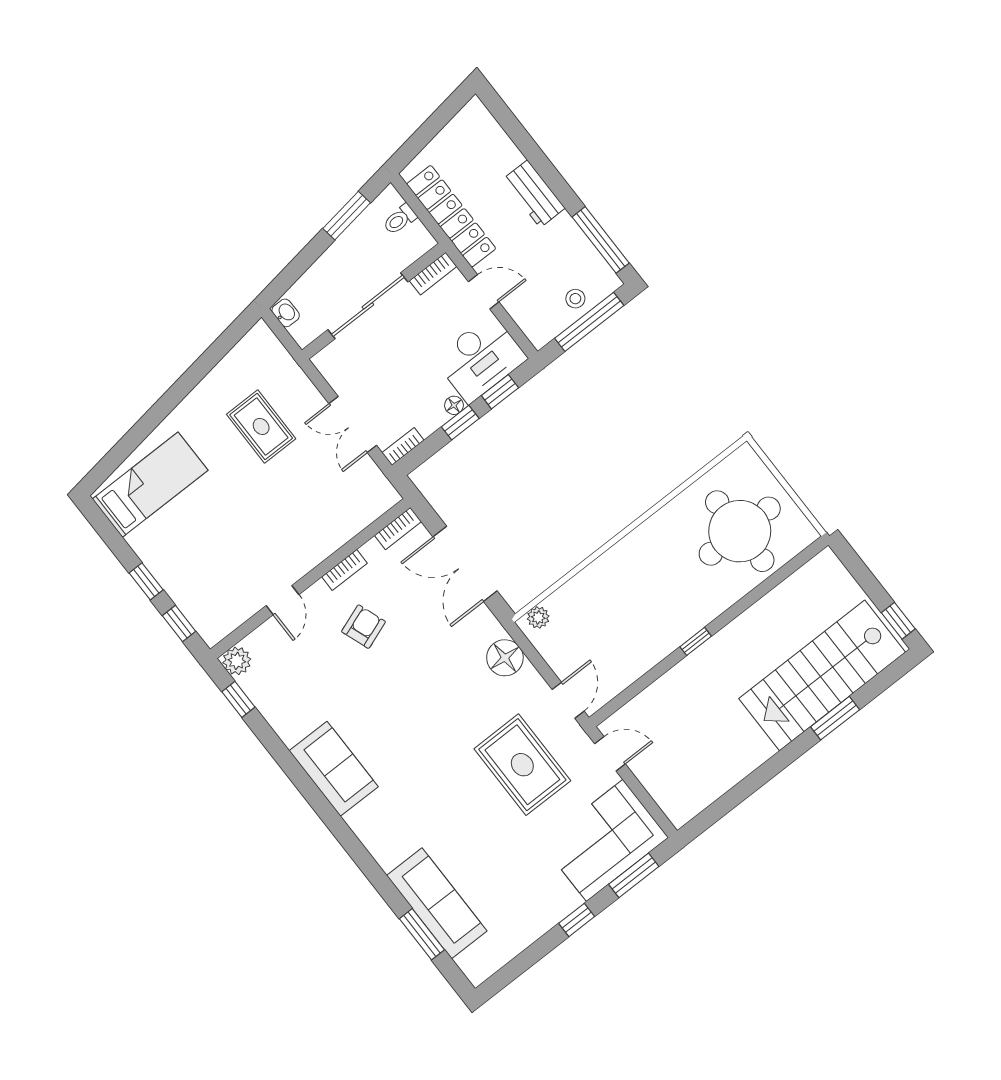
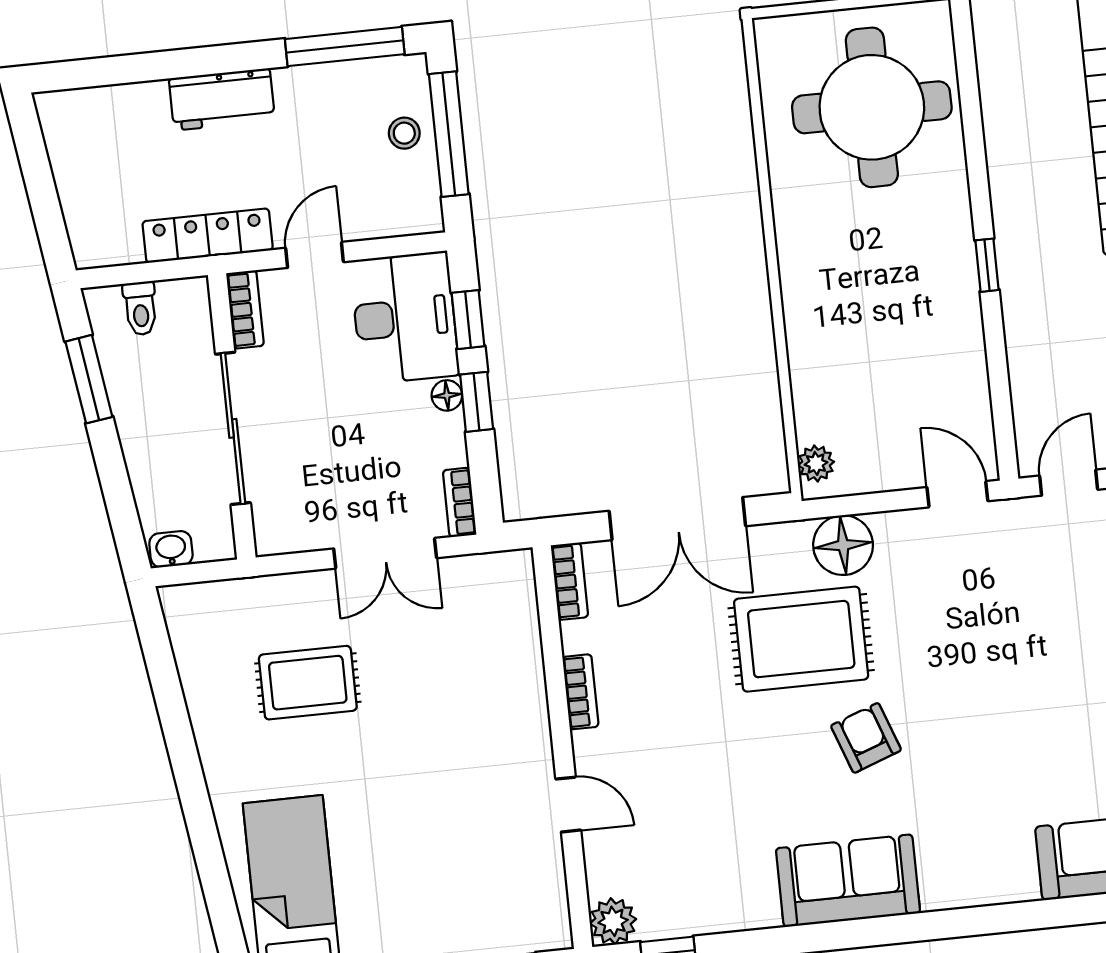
locker: (451, 216) -> (208, 236), width x0.71, depth x0.83
armchair: (364, 627) -> (866, 738), moved
rug: (522, 765) -> (801, 639), moved

